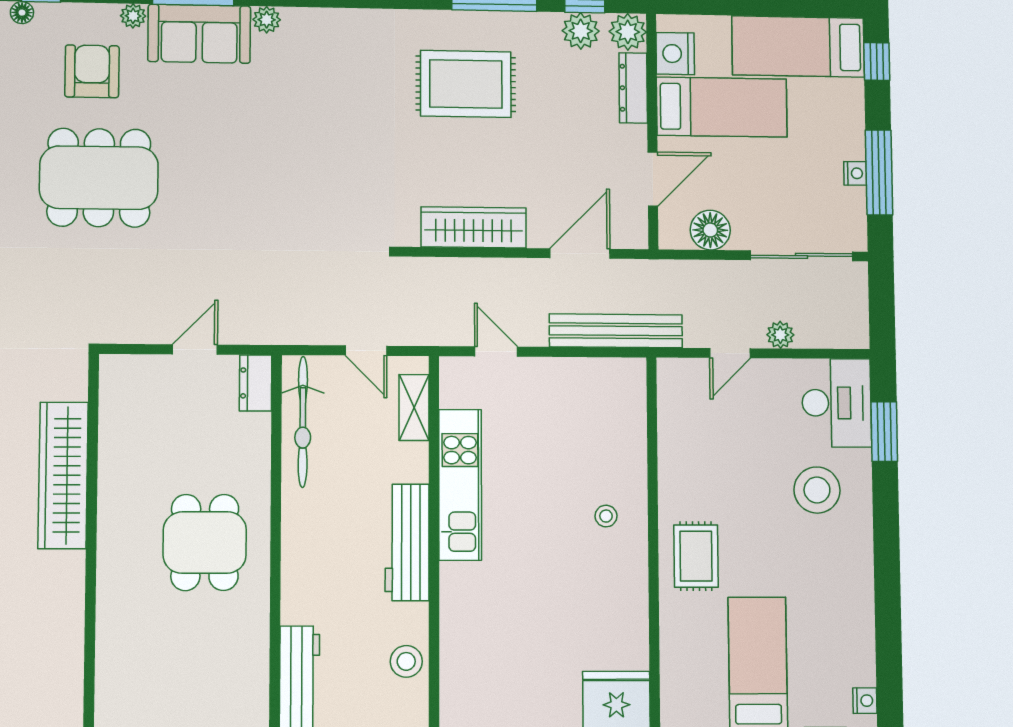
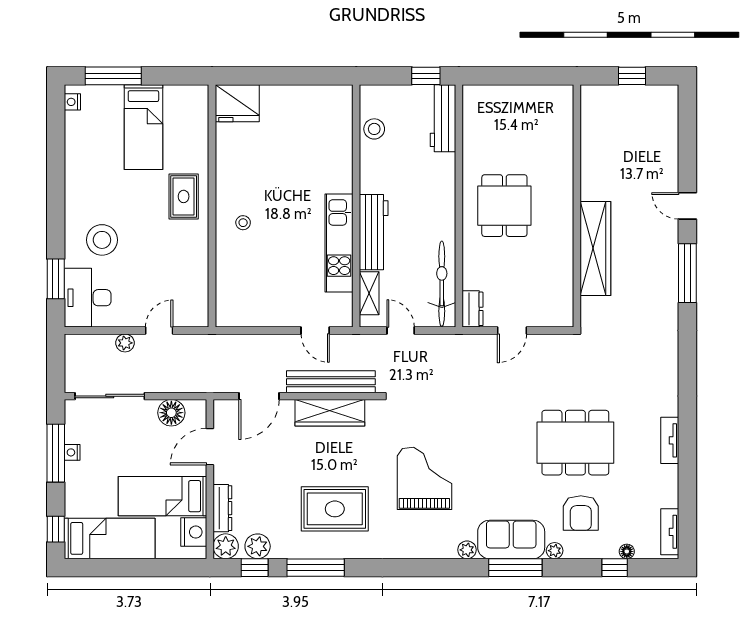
grand piano: (331, 127) -> (424, 478), added
bench: (616, 331) -> (331, 382), moved
workbench: (407, 542) -> (374, 232), moved

